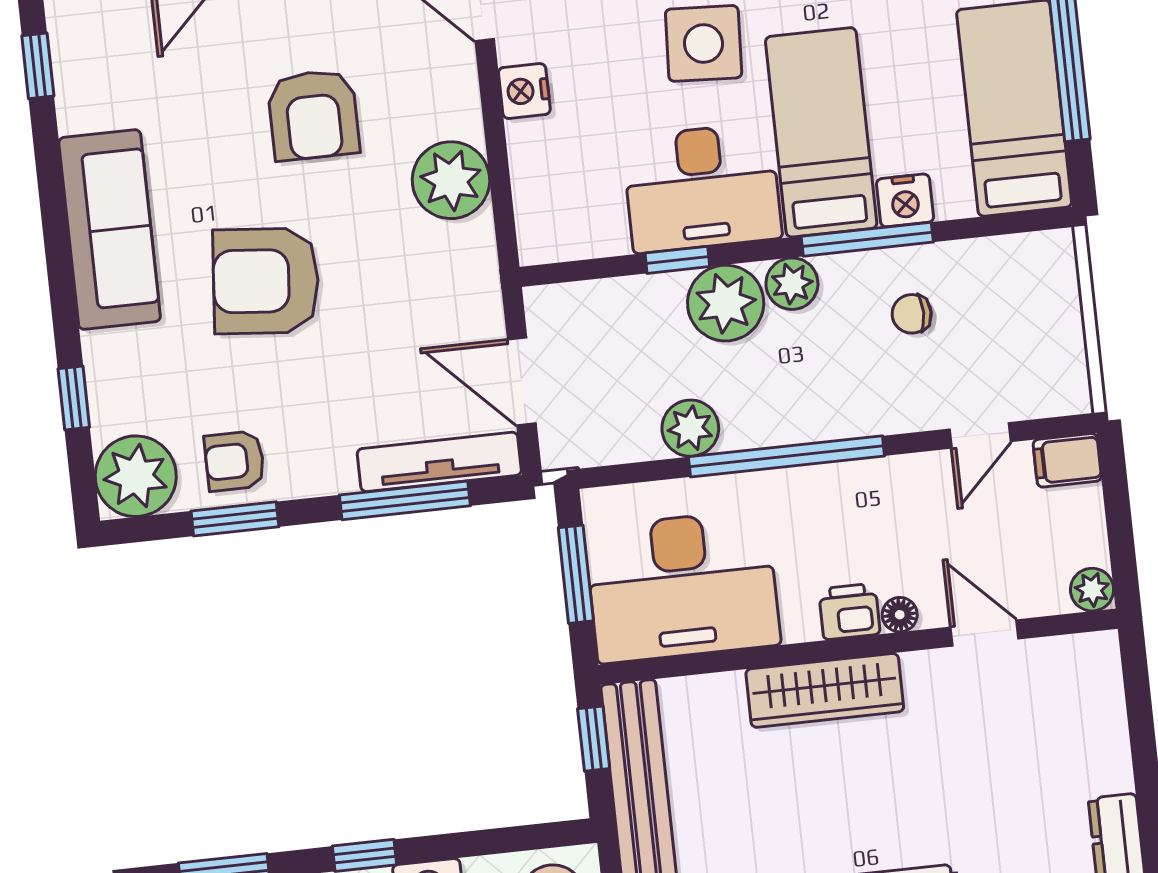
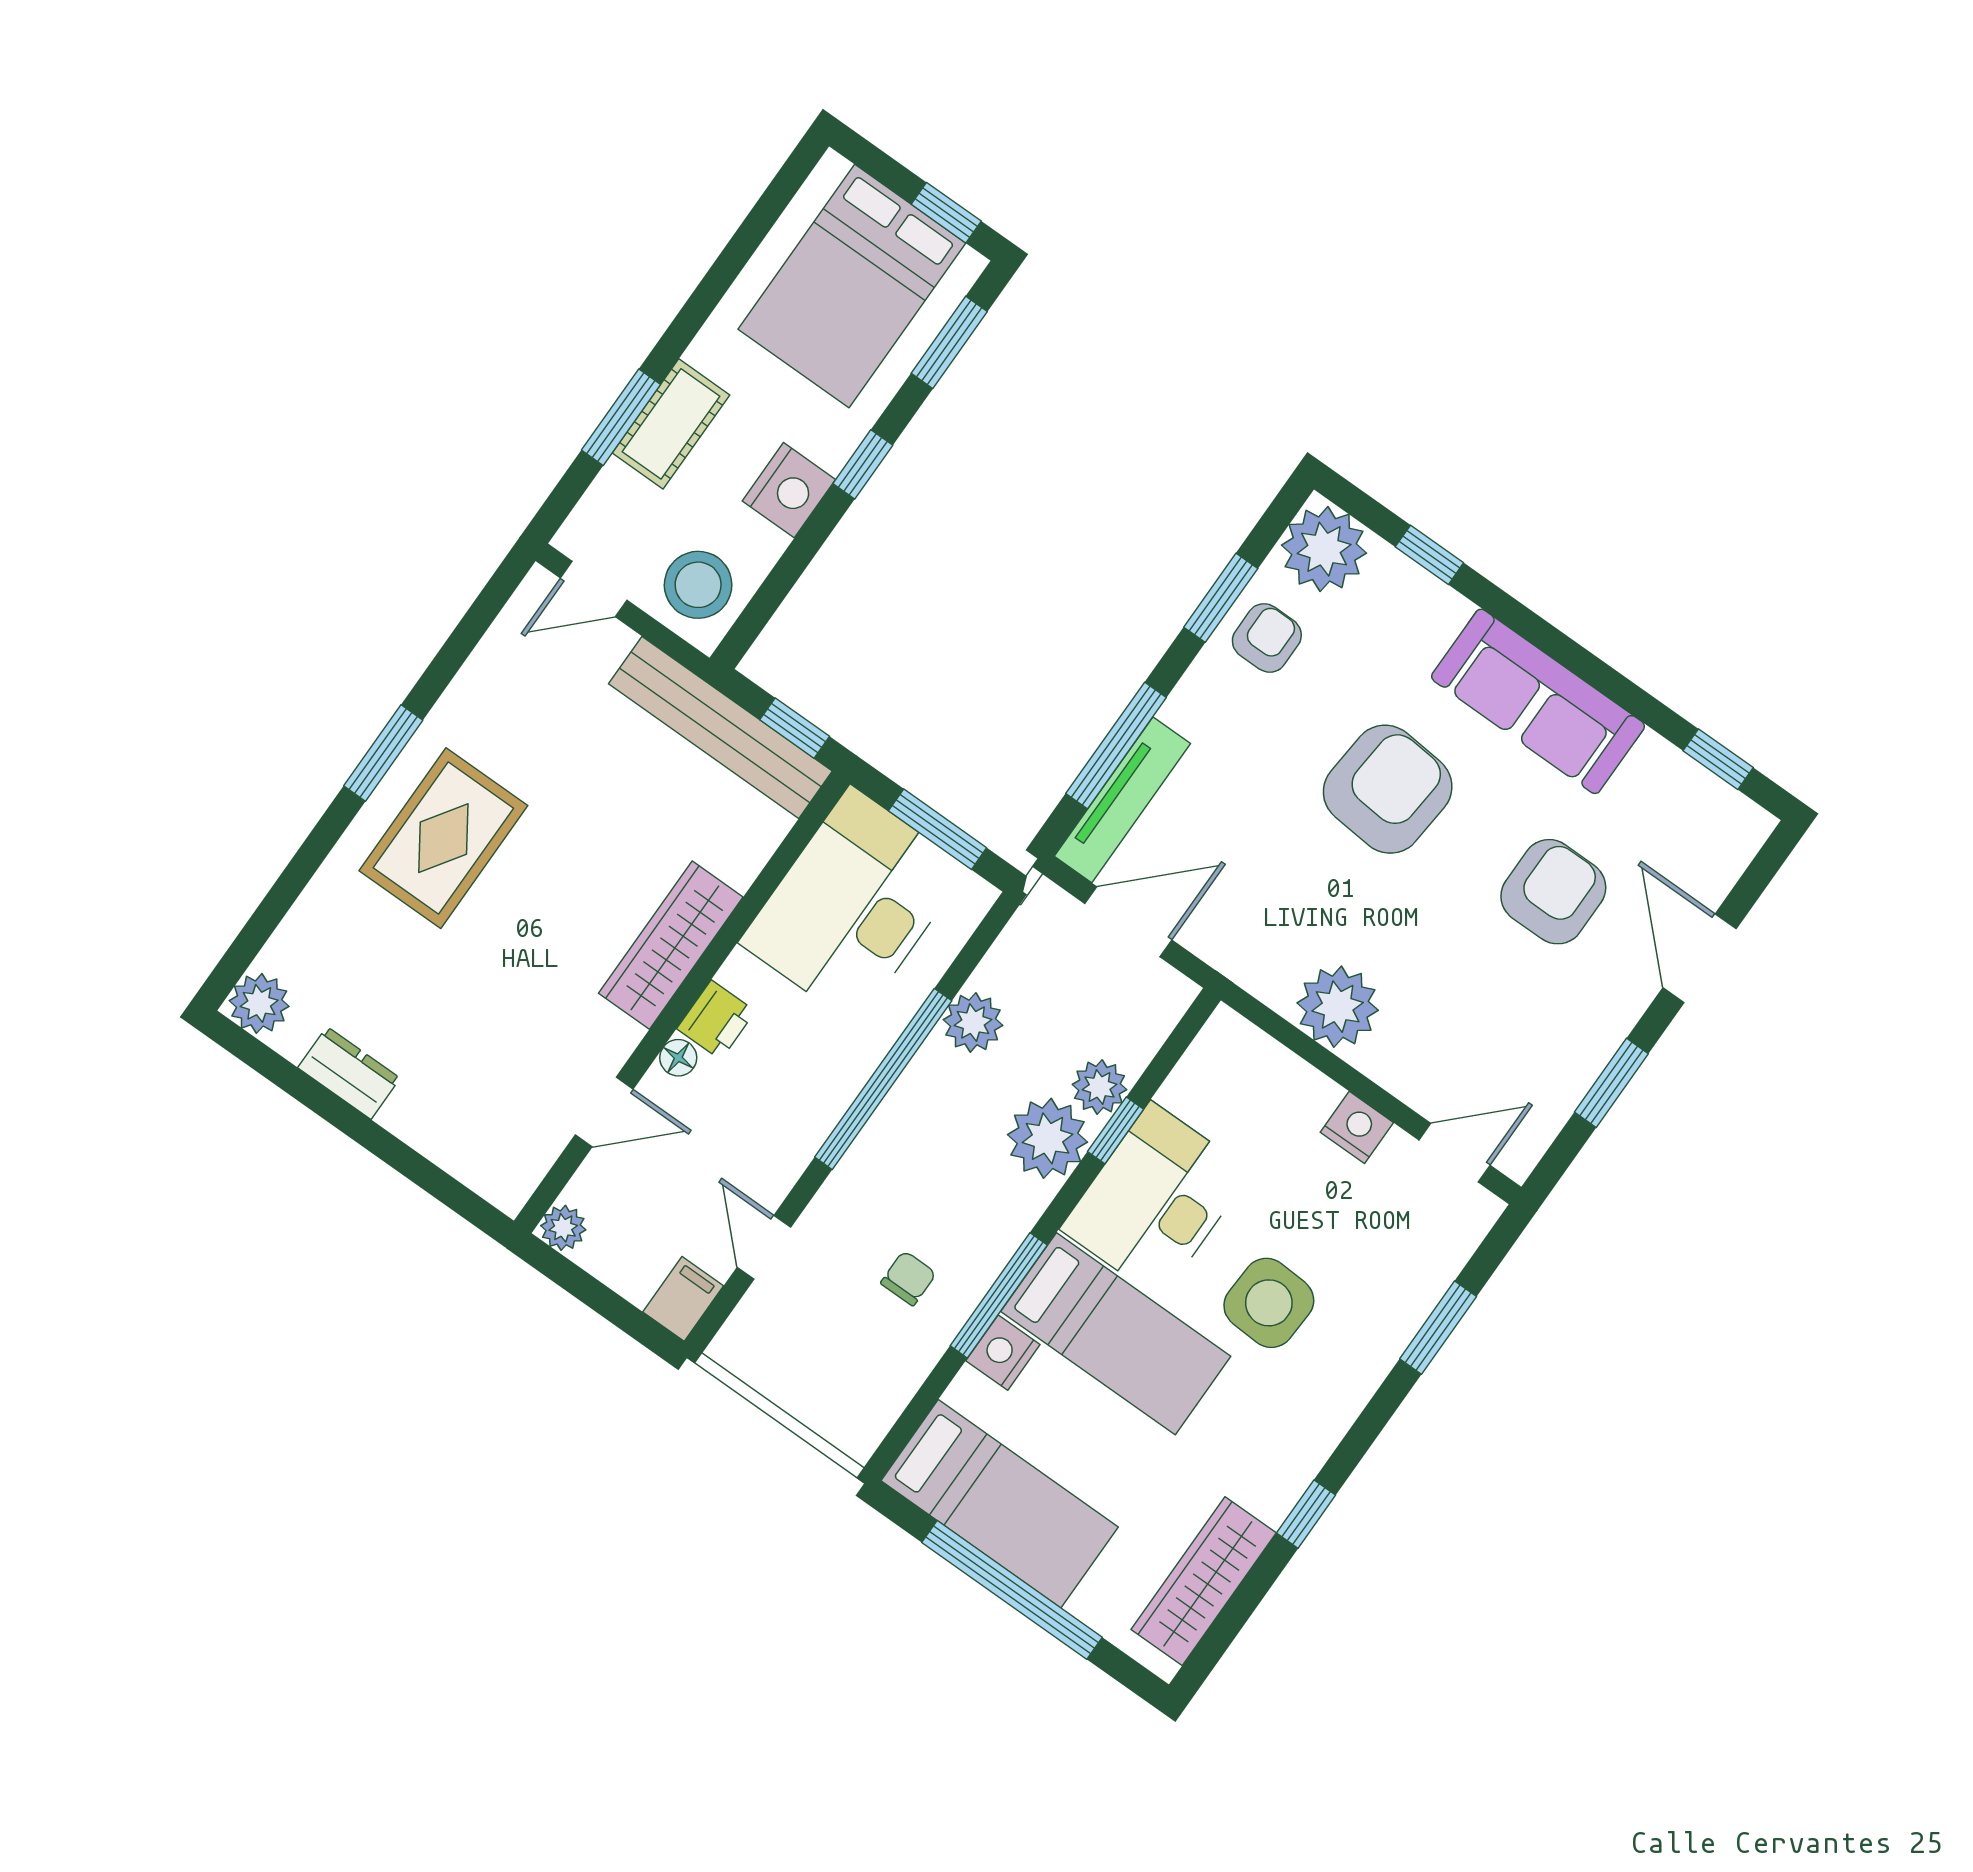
armchair: (313, 115) -> (1553, 892), moved, turned 90
plant: (792, 284) -> (1100, 1087), moved

